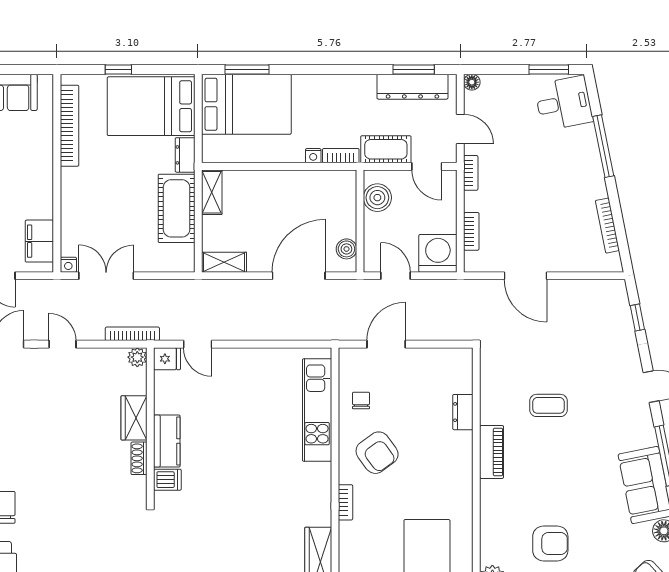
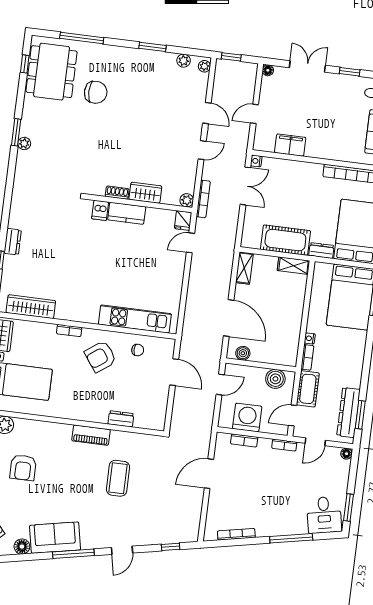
filing cabinet: (39, 241) -> (290, 145), moved
washing machine: (438, 253) -> (247, 417), moved, turned -90
coffee table: (549, 405) -> (118, 478), width x1.36, depth x1.30

